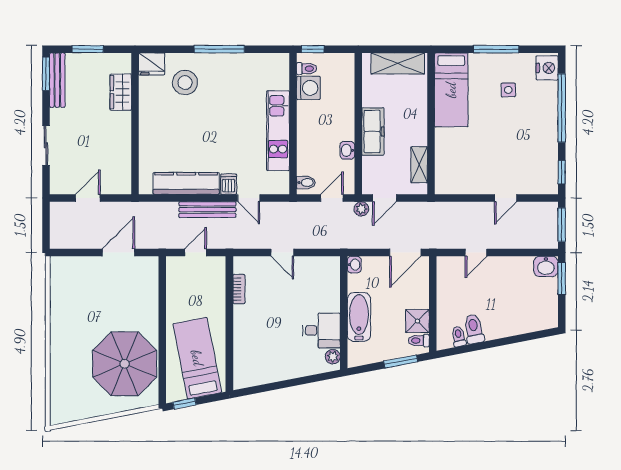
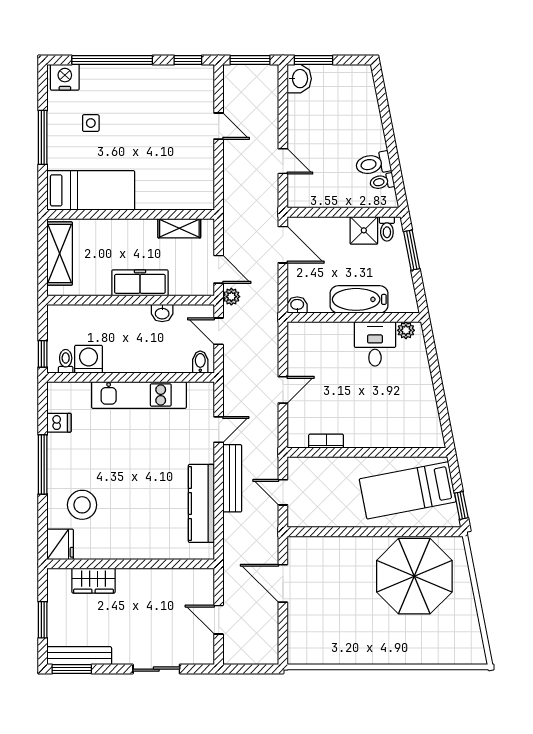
dishwasher: (229, 184) -> (59, 423), moved, turned 180

